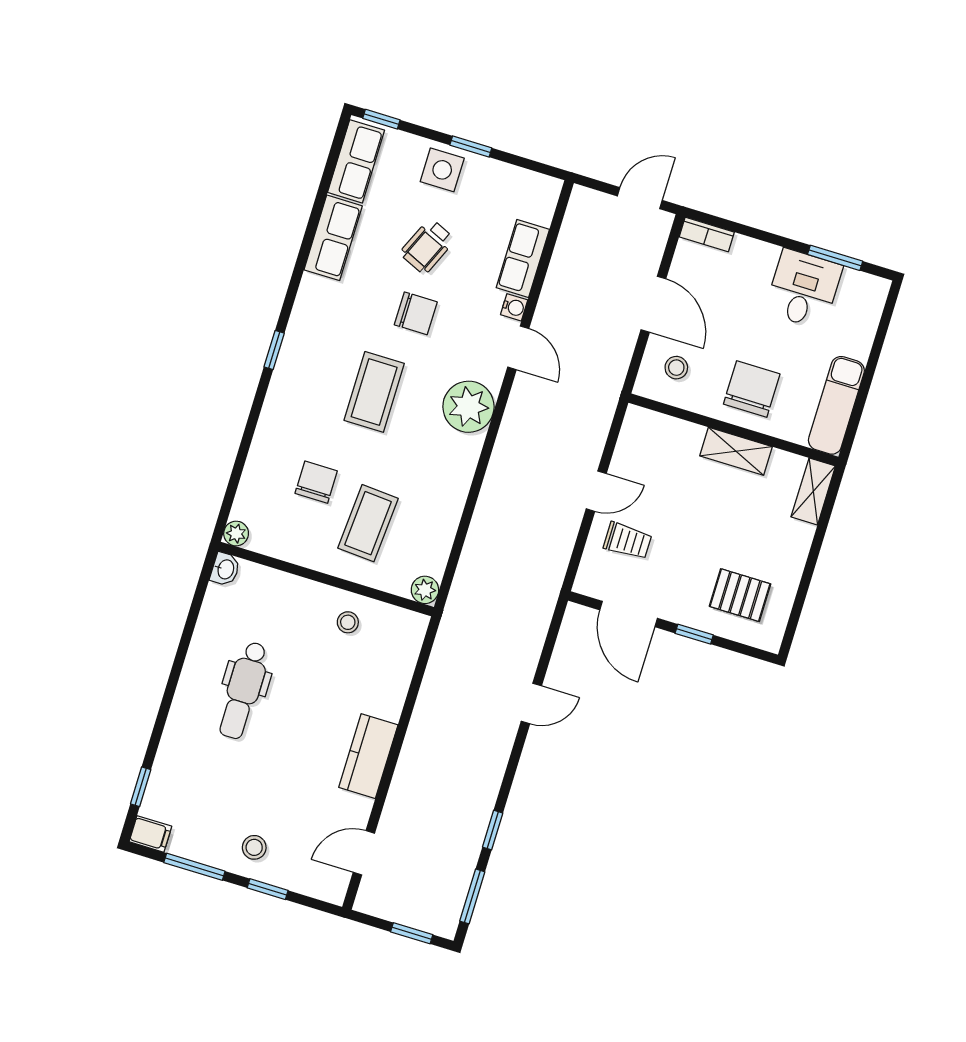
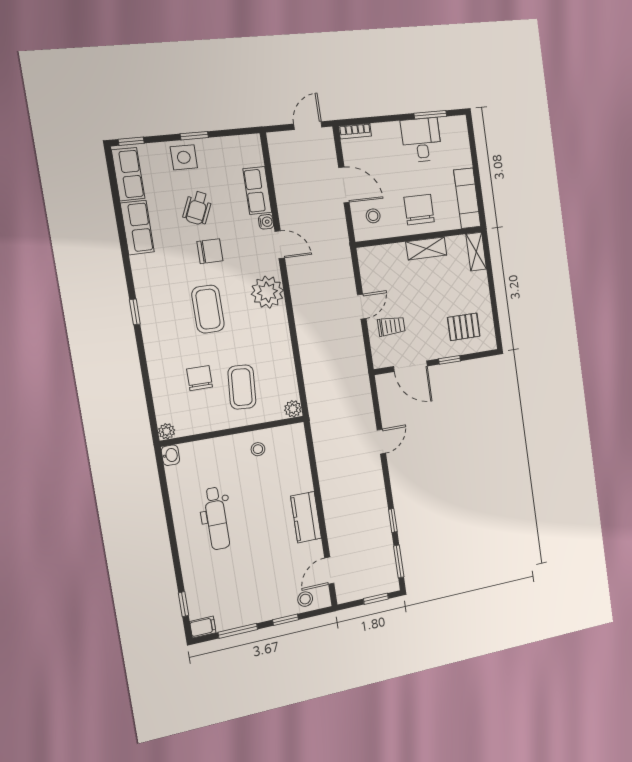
stool: (254, 847) -> (305, 599), moved

